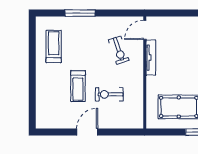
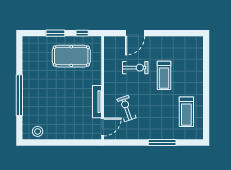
treadmill: (78, 86) -> (164, 75), turned 180
door: (87, 132) -> (135, 33), moved
window: (167, 132) -> (82, 33), added

